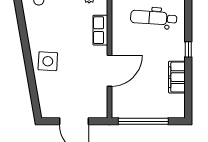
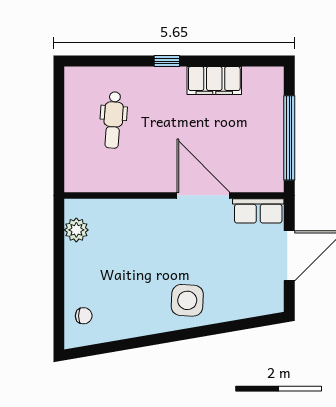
dental chair: (154, 18) -> (113, 120), width x0.73, depth x0.72
row of seats: (100, 30) -> (258, 211), moved

